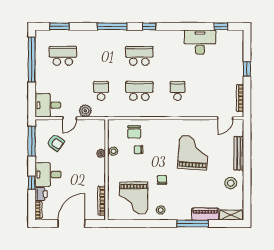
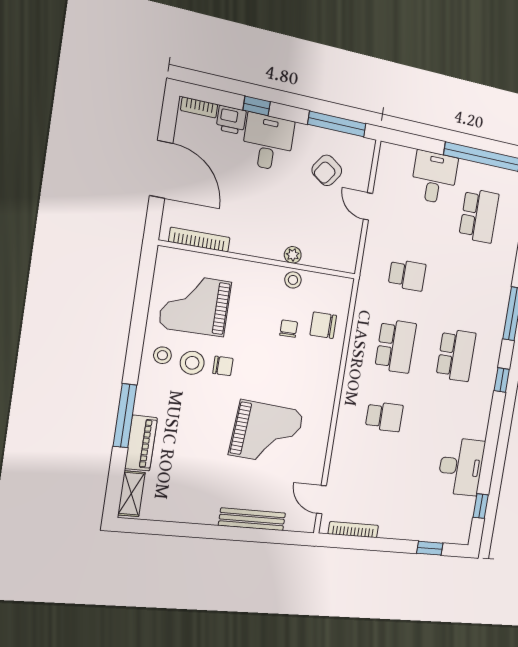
window: (247, 69) -> (430, 548), moved
desk: (48, 105) -> (434, 177), moved
plant: (85, 111) -> (377, 239), removed
stool: (231, 183) -> (192, 363), moved

